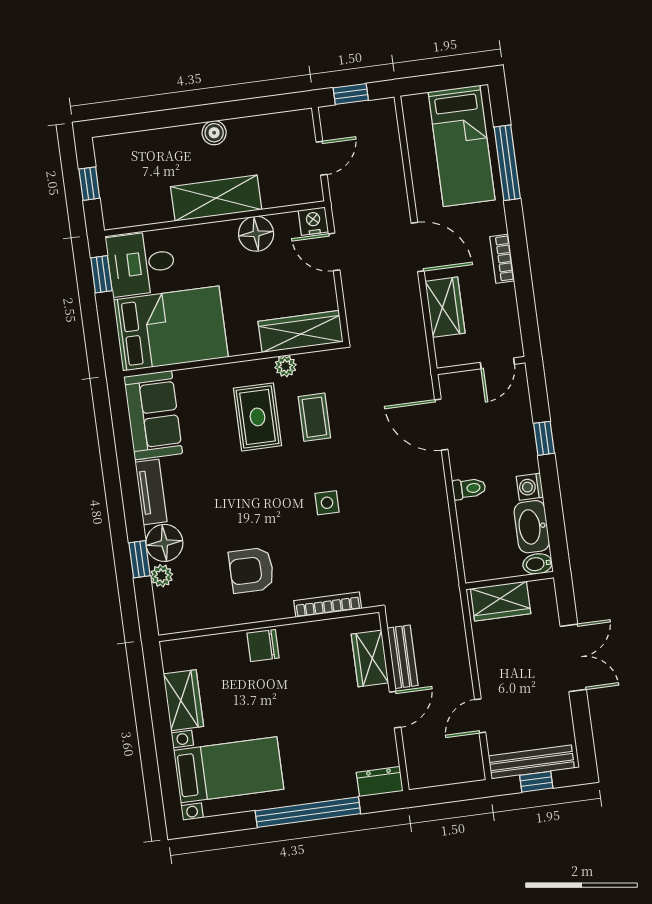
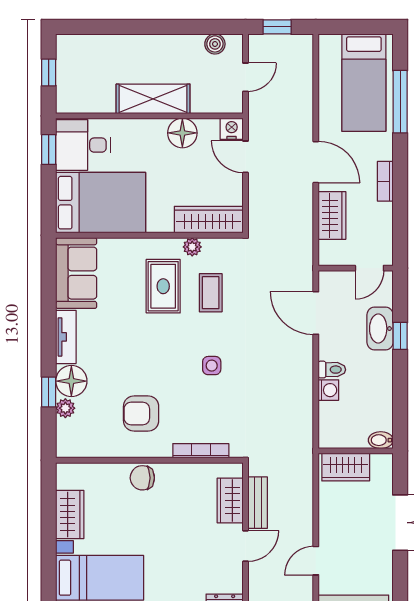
boiler: (214, 133) -> (215, 44), moved
washing machine: (530, 487) -> (328, 390), moved, turned 180
washbasin: (532, 527) -> (380, 329), moved

